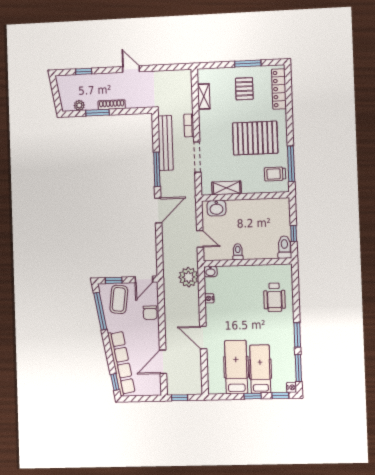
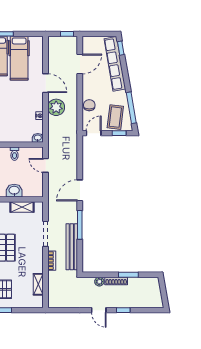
window: (84, 71) -> (123, 310), moved
plant: (79, 105) -> (99, 282), moved
washbasin: (216, 208) -> (14, 191), moved
plant: (189, 277) -> (56, 107), moved

